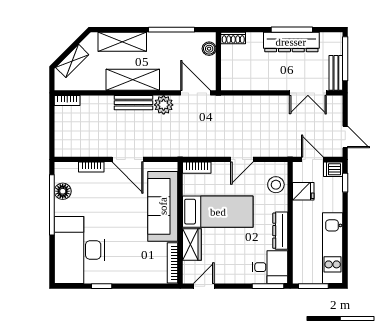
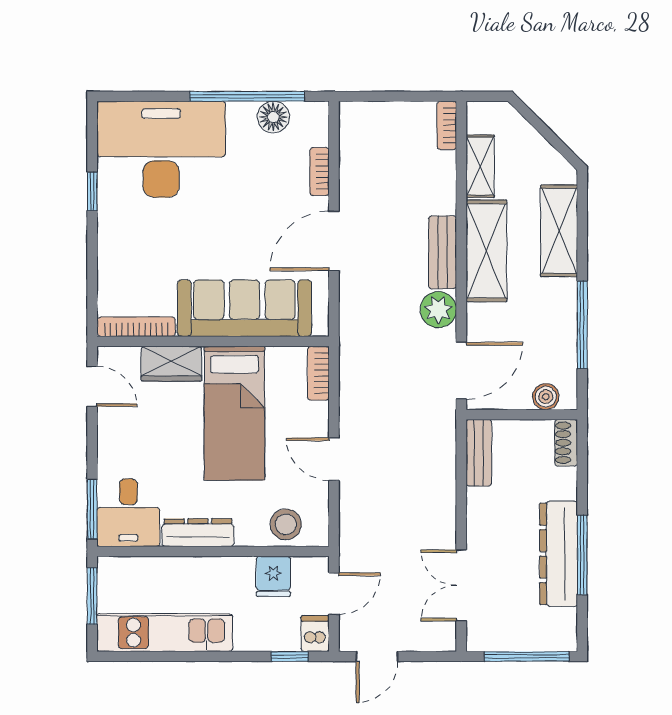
shelving: (72, 61) -> (480, 166), moved, turned 45
bench: (336, 73) -> (479, 453), moved, turned 90

